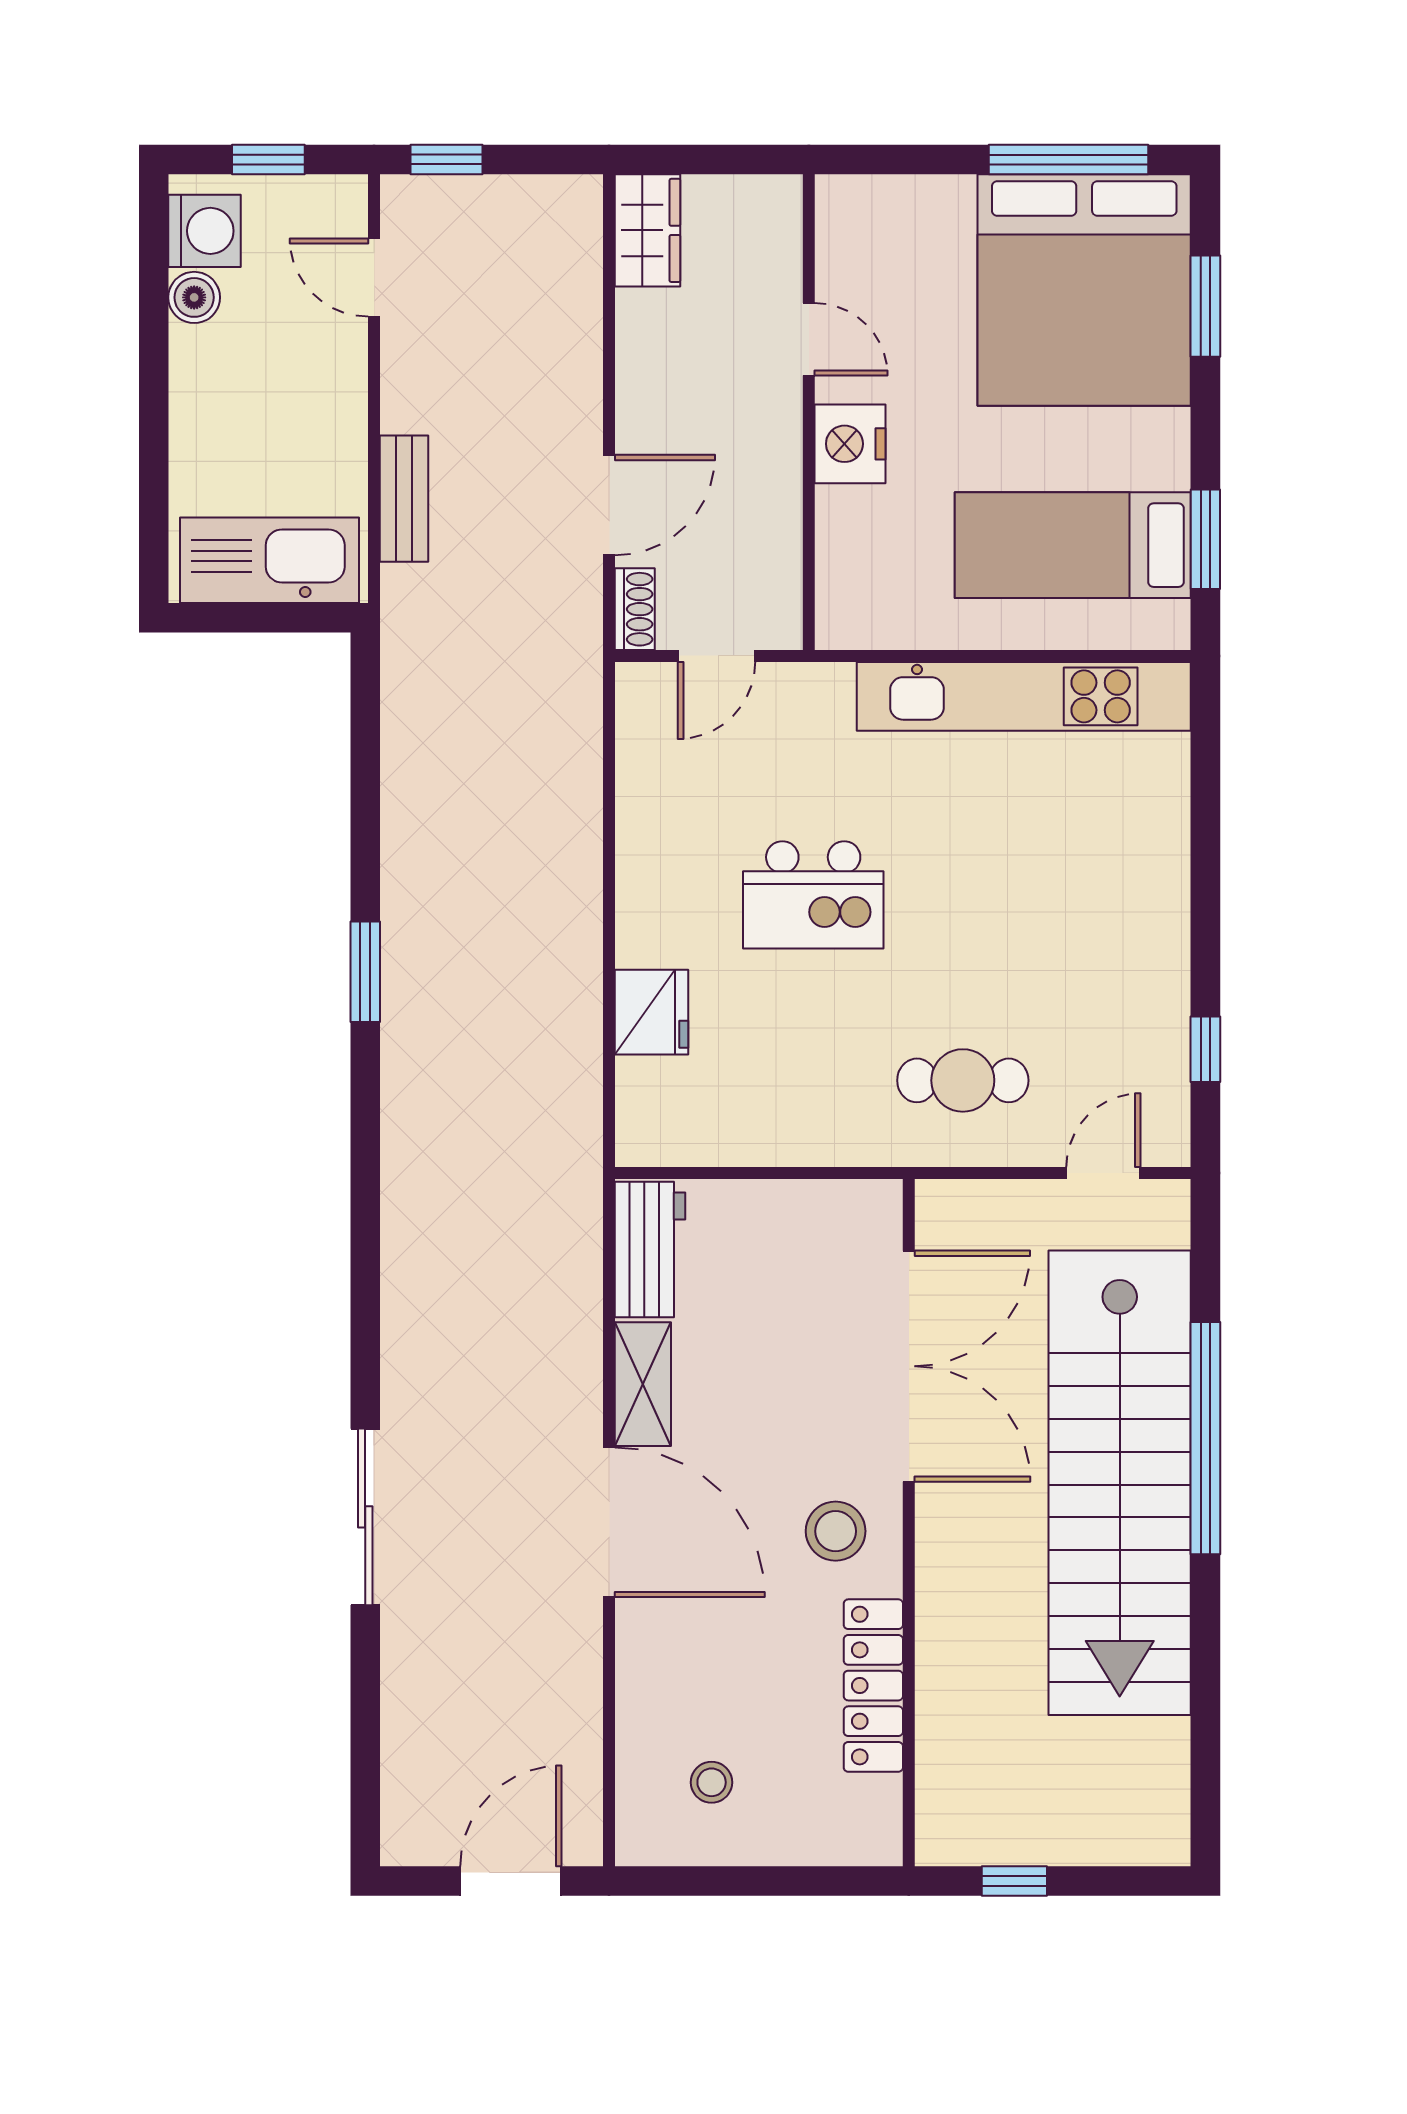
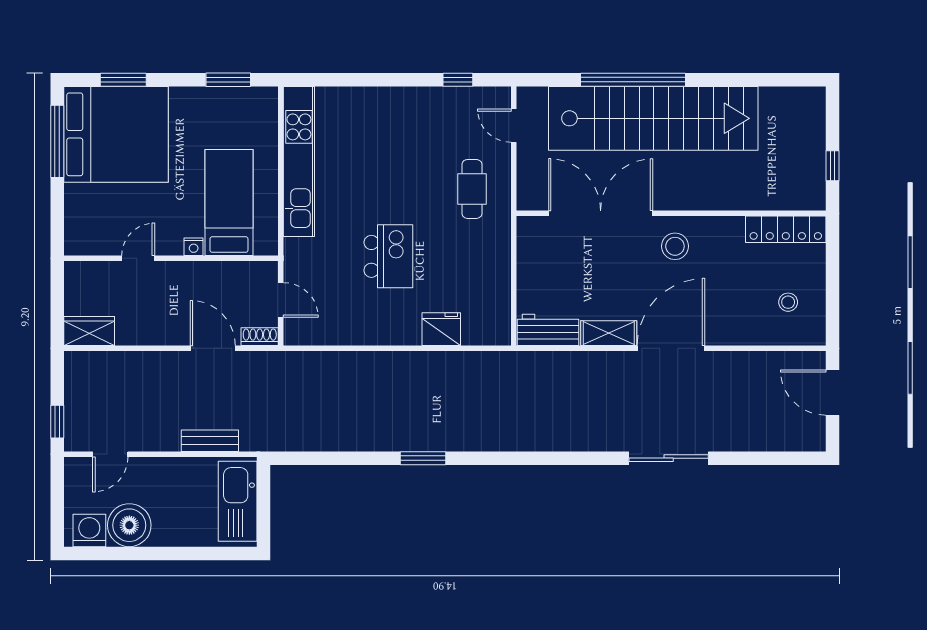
window: (268, 160) -> (57, 502), removed
boiler: (194, 297) -> (129, 525), width x1.86, depth x1.86
nightstand: (850, 444) -> (194, 247), width x0.53, depth x0.56
bed: (1073, 545) -> (229, 203), moved, turned 180
locker: (873, 1686) -> (786, 229), moved

